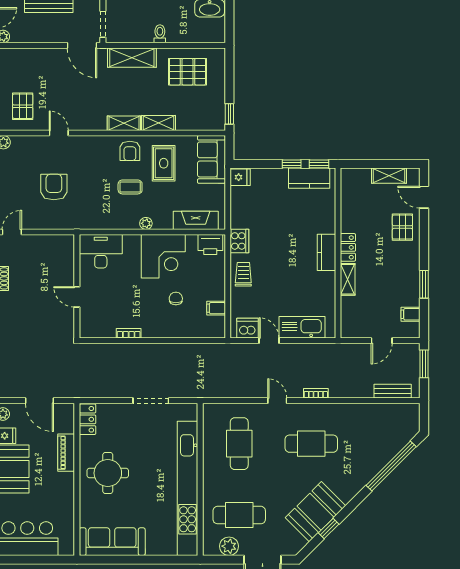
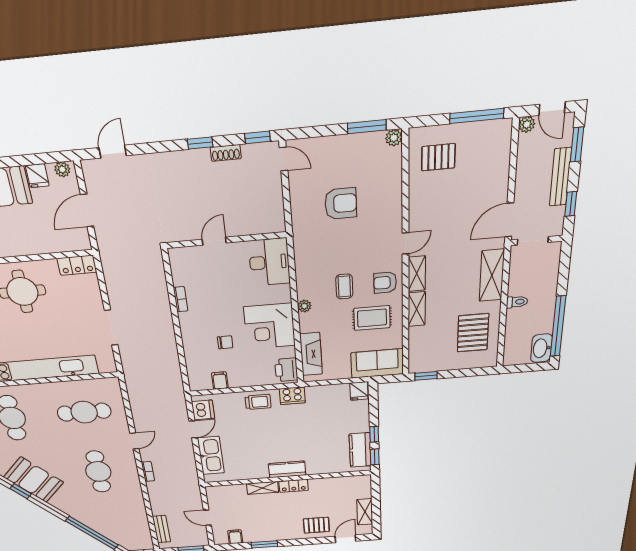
door: (59, 133) -> (405, 243), moved
piano: (66, 453) -> (34, 246), removed

